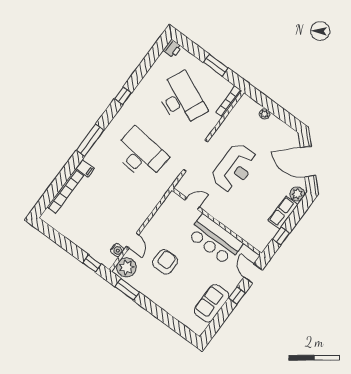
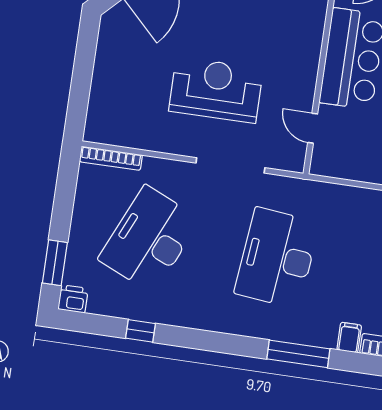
window: (216, 65) -> (55, 263), moved
window: (123, 96) -> (141, 331), moved
plant: (265, 114) -> (100, 88), removed

